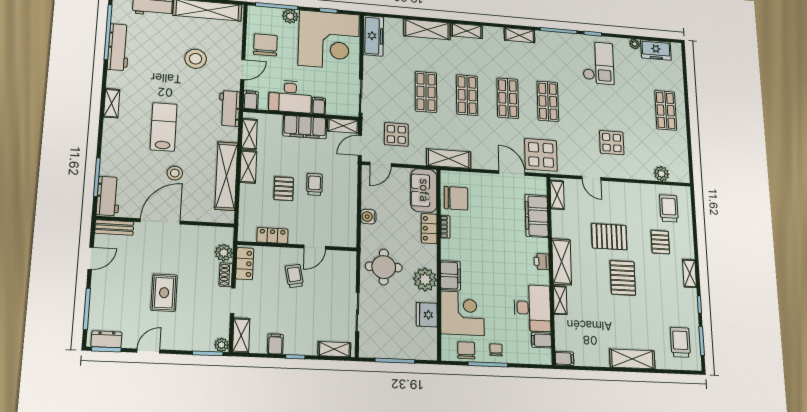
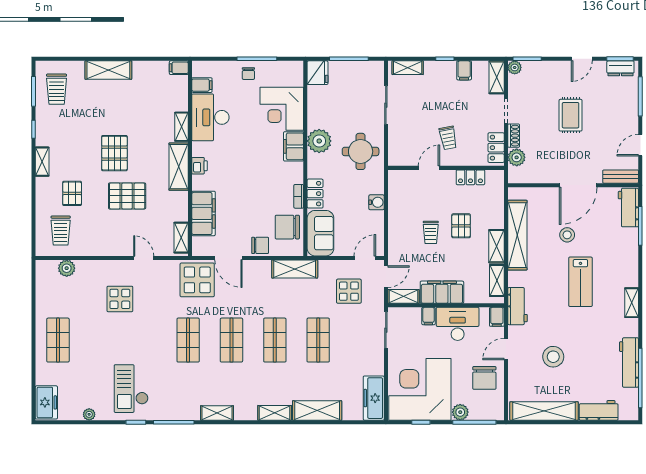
freezer: (656, 50) -> (46, 402), moved, turned 90
fridge: (427, 315) -> (318, 73), moved
chair: (466, 350) -> (260, 245), moved, turned -90

